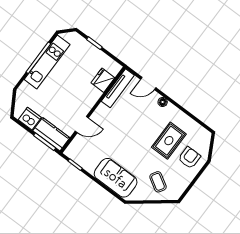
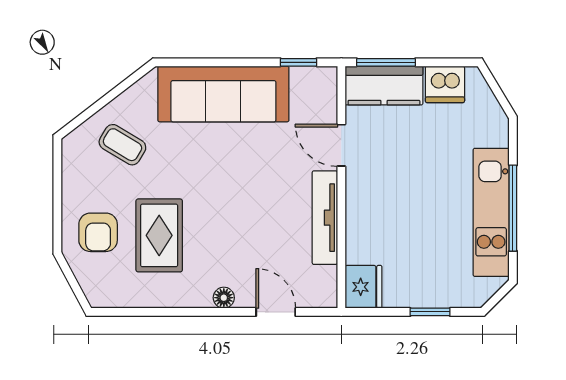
fridge: (103, 80) -> (363, 287), moved
door: (148, 83) -> (276, 312), hinge flipped
tv unit: (118, 88) -> (325, 218), moved
door: (82, 124) -> (341, 145), hinge flipped
sofa: (116, 178) -> (223, 94), width x1.36

